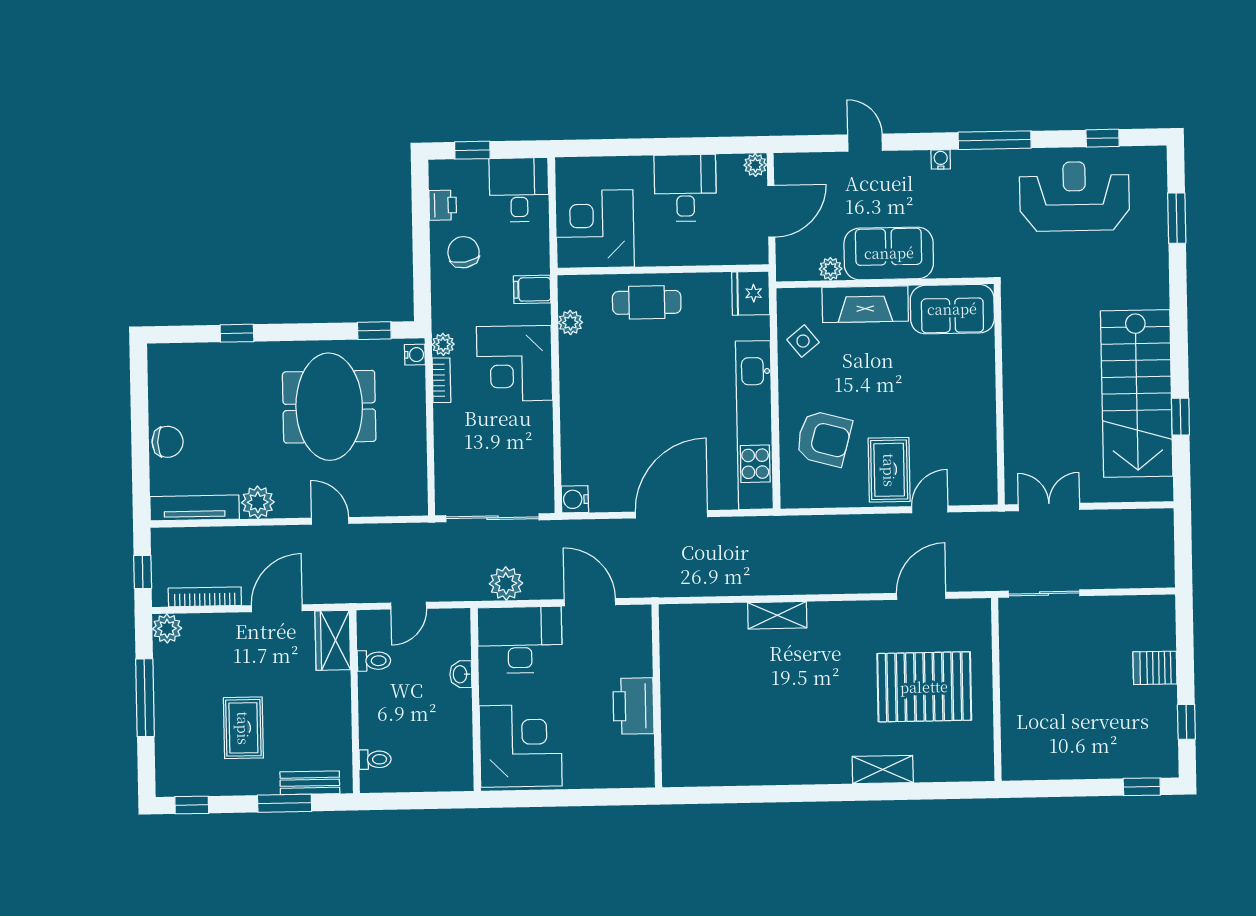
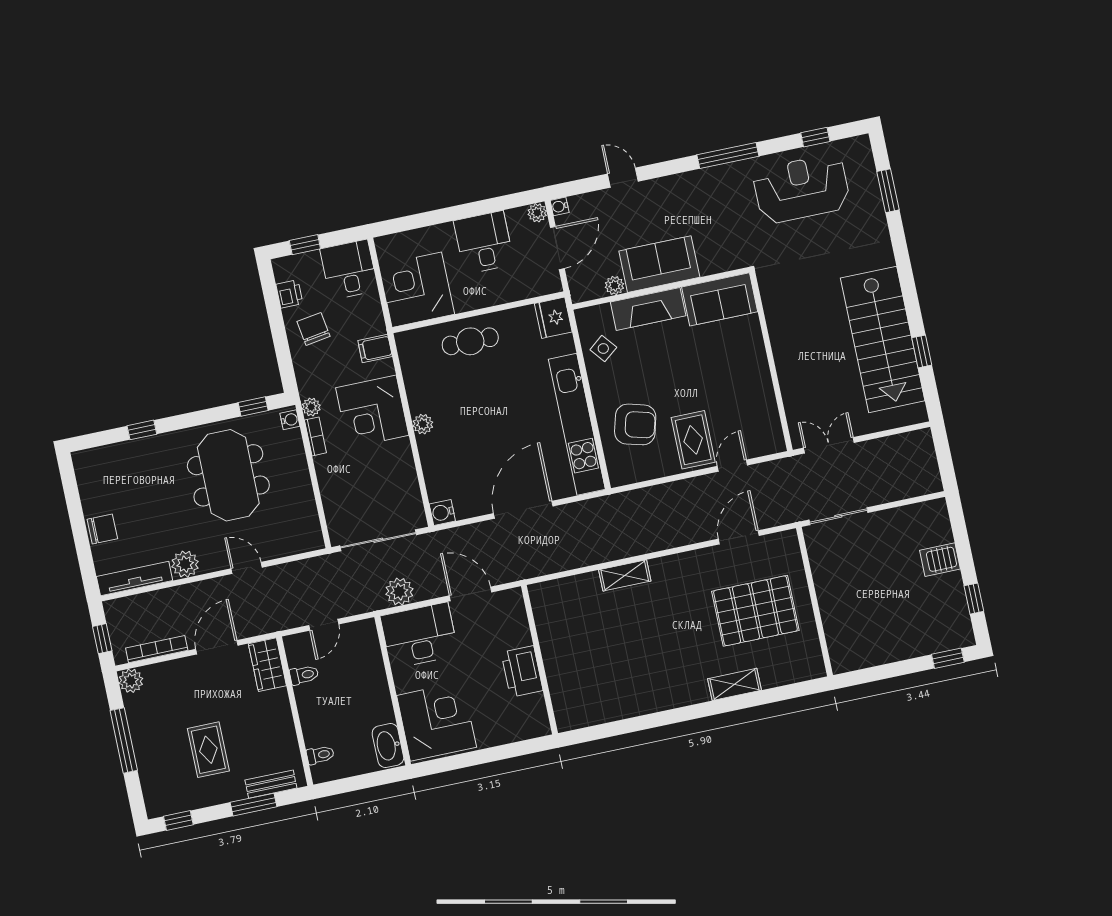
water cooler: (941, 159) -> (560, 206), moved, turned -90
plant: (570, 322) -> (423, 424), moved
washbasin: (461, 674) -> (388, 746), moved, width x1.91, depth x1.45

